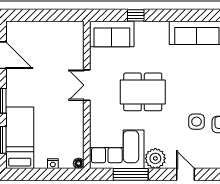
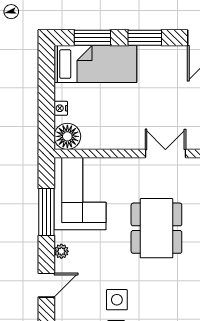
plant: (155, 158) -> (61, 251), width x0.53, depth x0.53
floor lamp: (79, 163) -> (67, 136), width x1.89, depth x1.89

